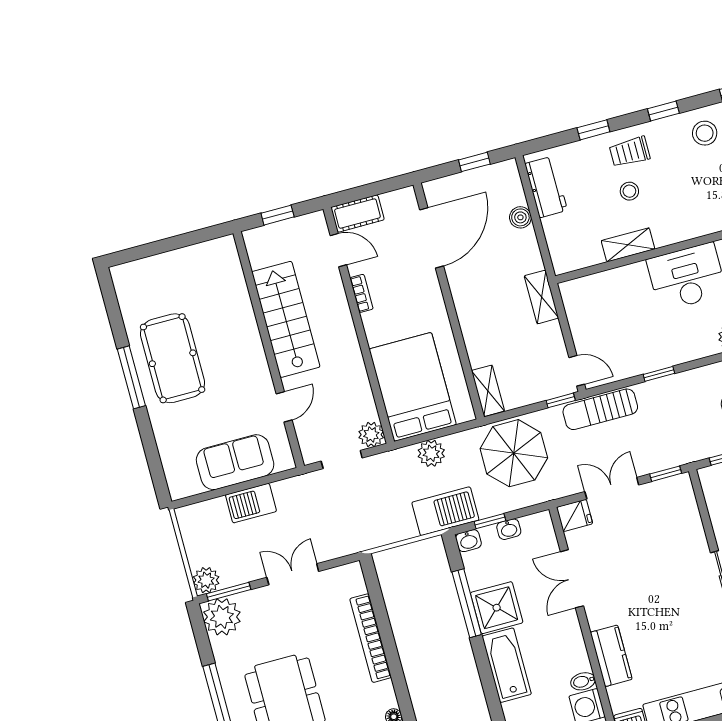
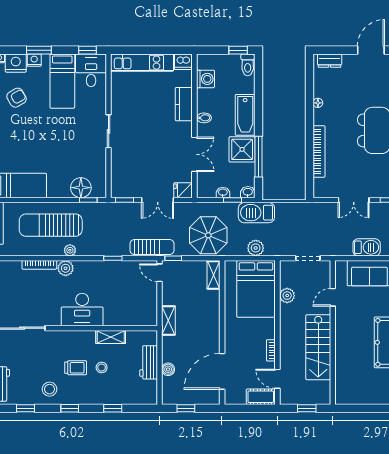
trolley: (630, 152) -> (76, 368), moved
workbench: (546, 187) -> (149, 362), moved
plant: (371, 435) -> (287, 296), moved
bidet: (583, 681) -> (204, 118), moved

